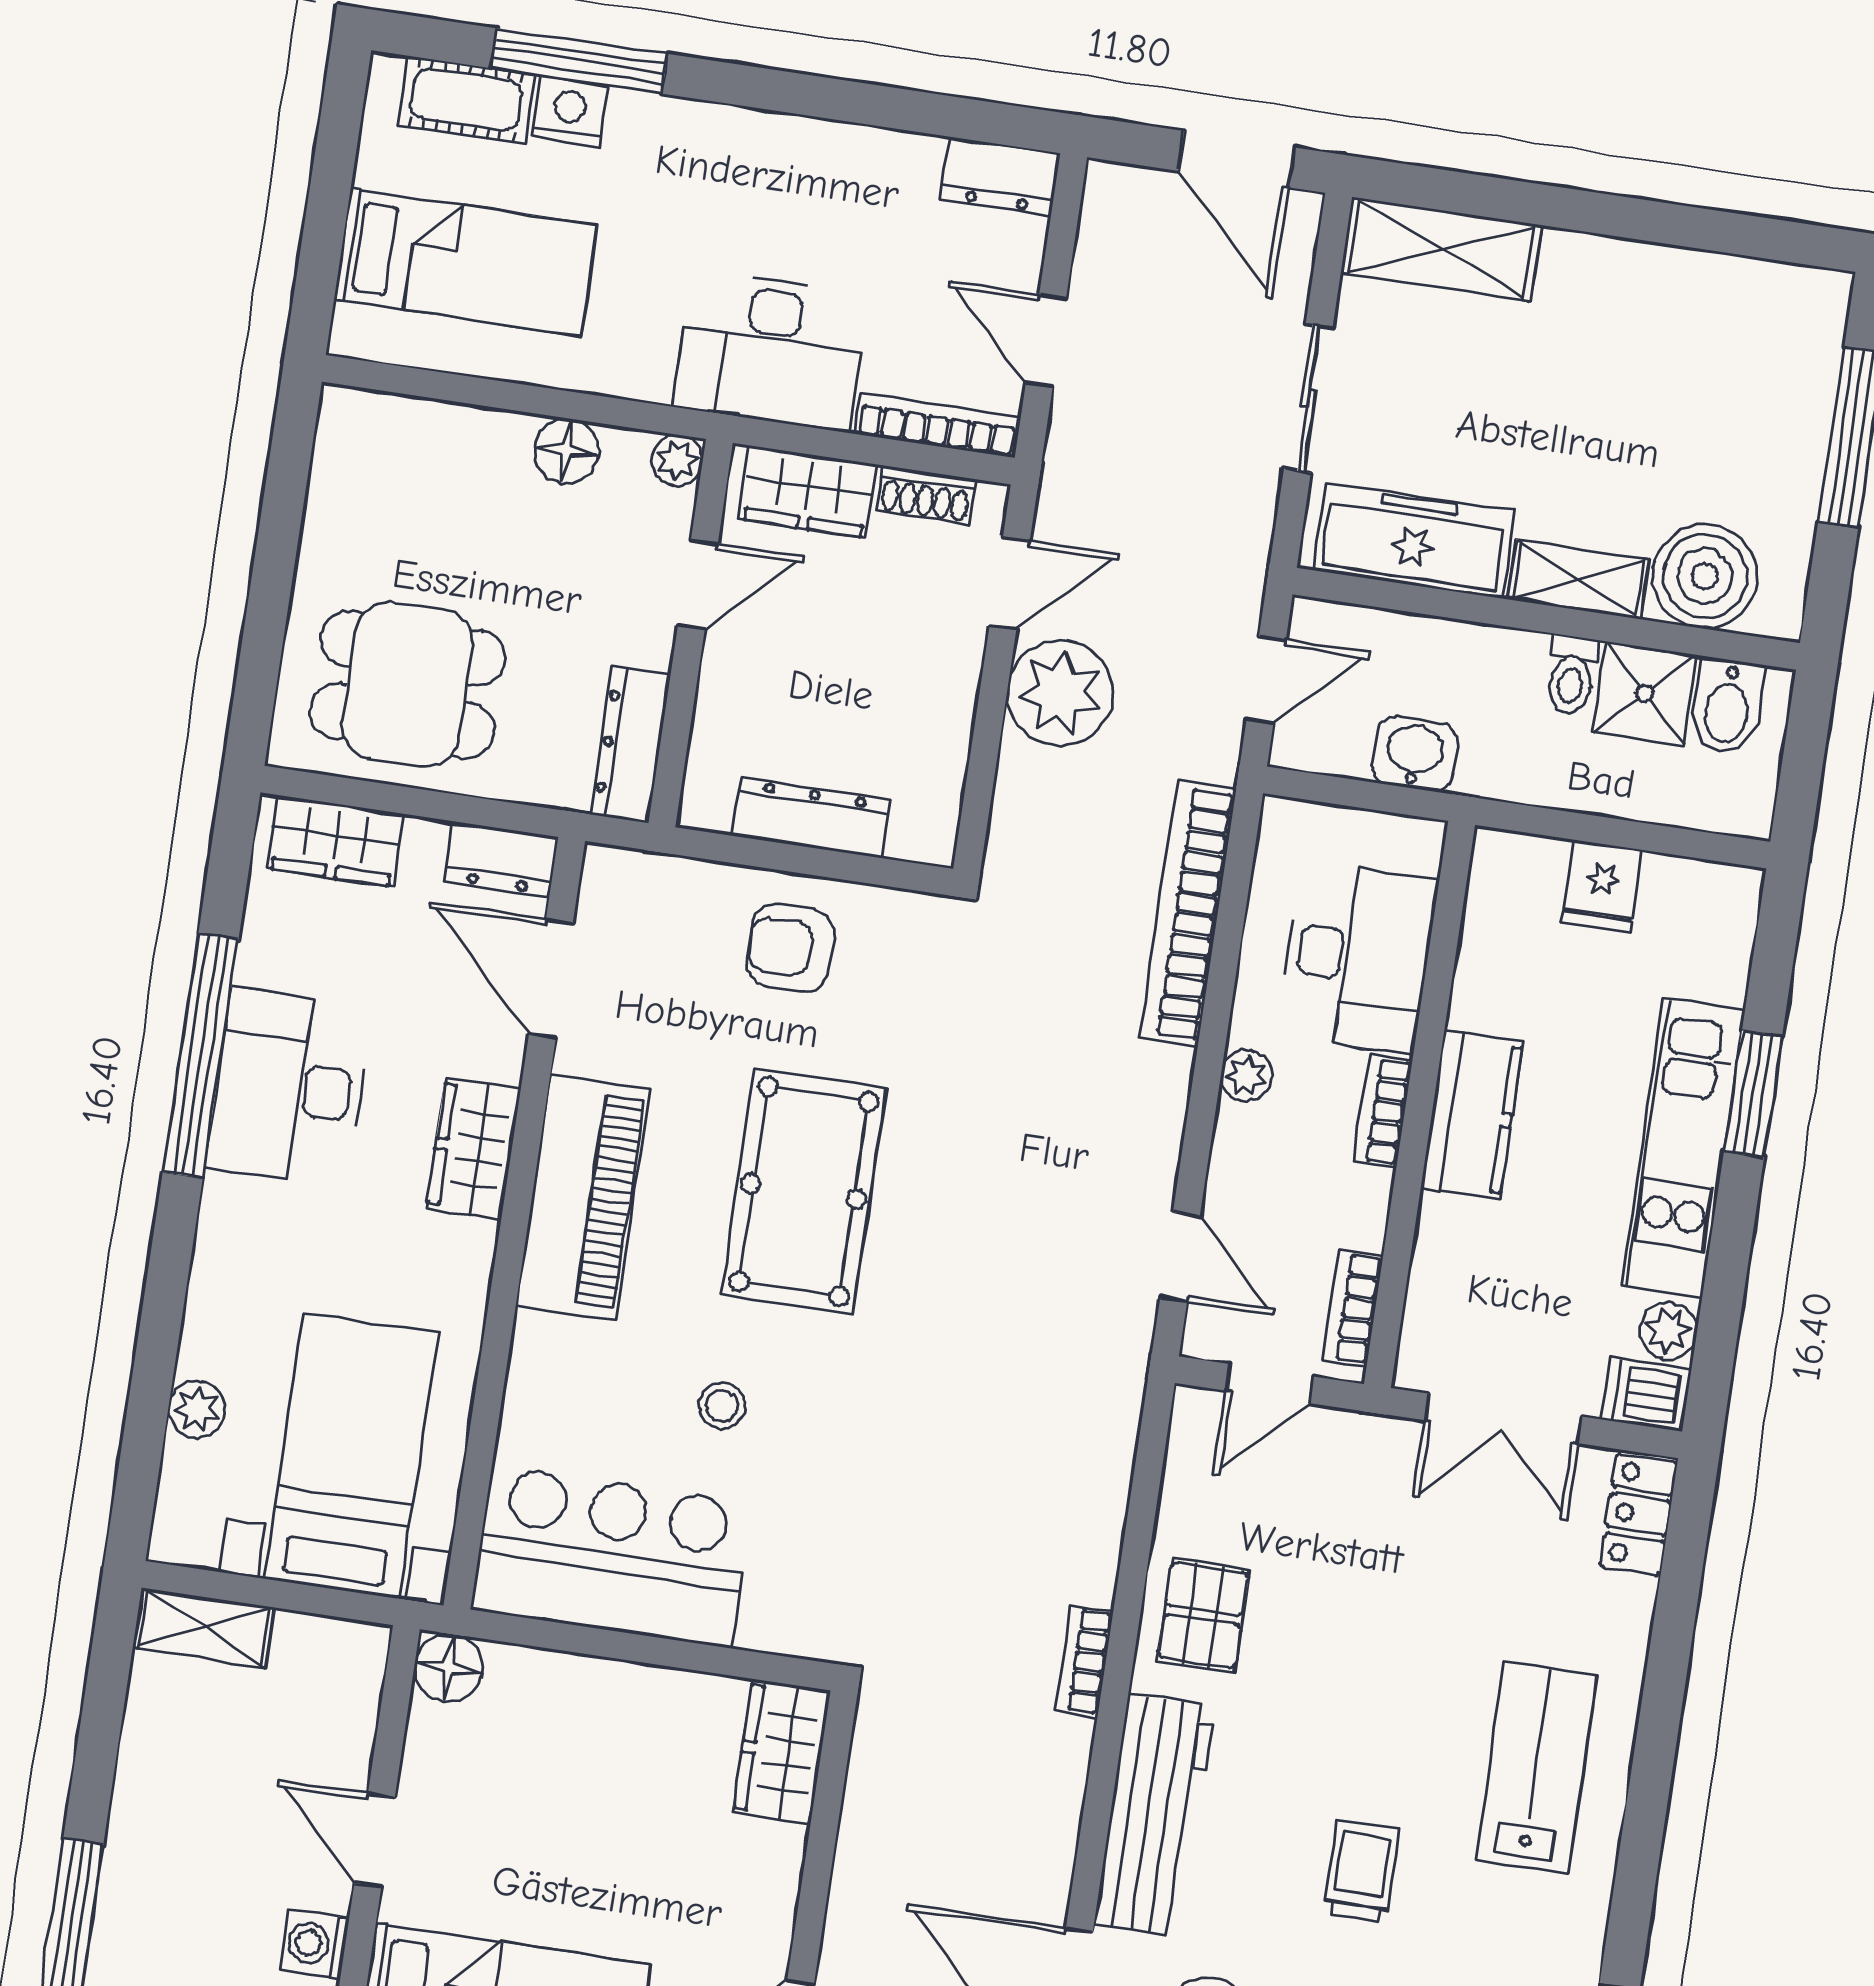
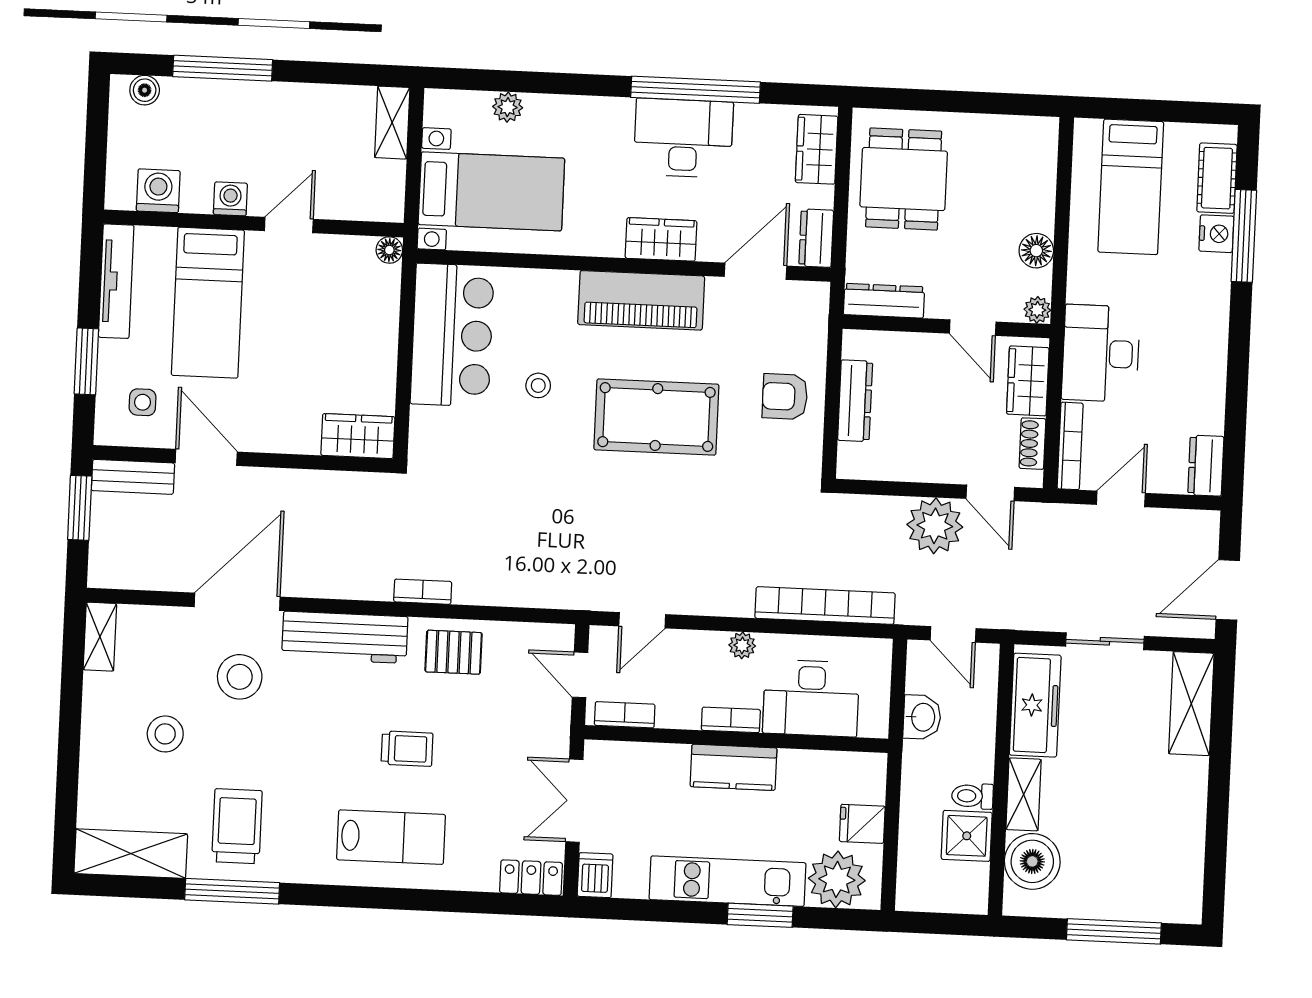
bidet: (1727, 707) -> (964, 880), removed
armchair: (790, 948) -> (785, 397), turned -90
plant: (1668, 1331) -> (837, 879), moved, width x1.88, depth x1.88
floor lamp: (448, 1668) -> (389, 250), width x0.73, depth x0.73
trolley: (1362, 1871) -> (407, 749), moved

